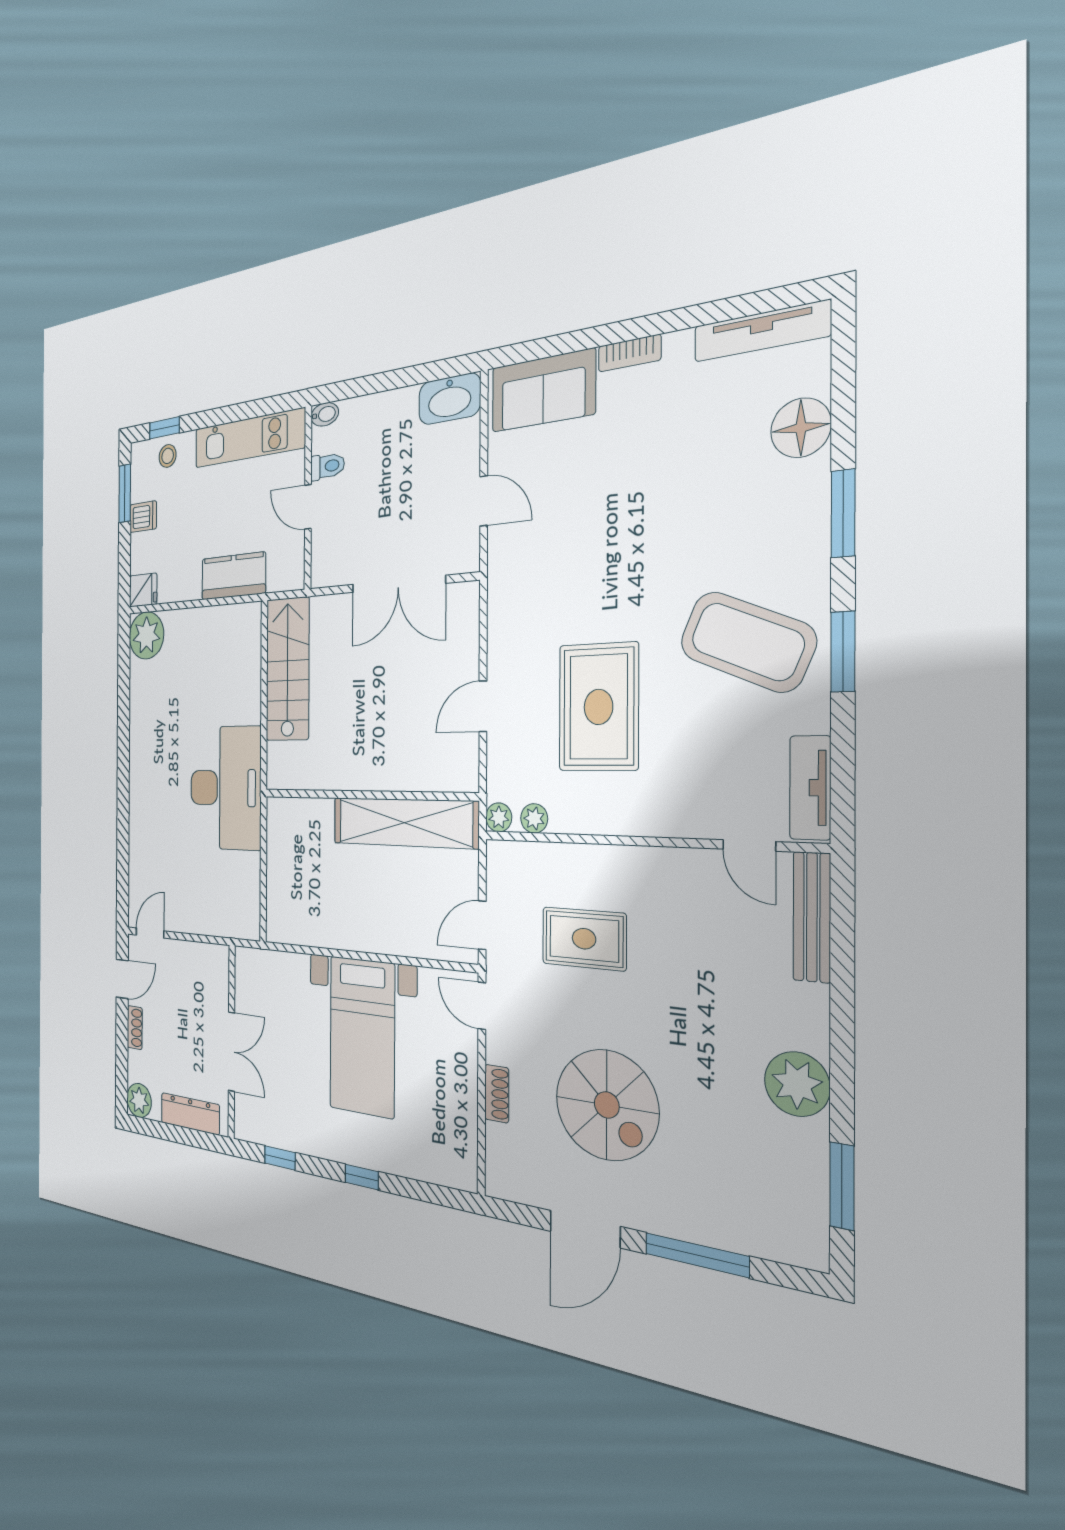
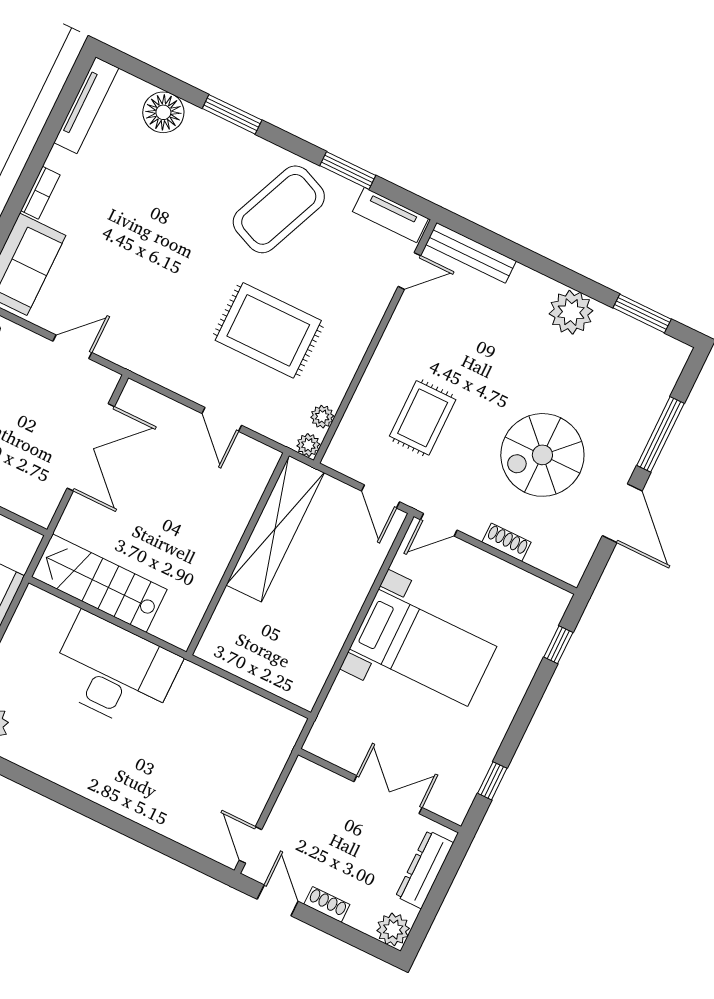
window: (843, 652) -> (348, 171), moved
desk: (225, 788) -> (114, 672), moved
spiral stairs: (607, 1105) -> (542, 455), turned 180
window: (362, 1177) -> (558, 645), moved

